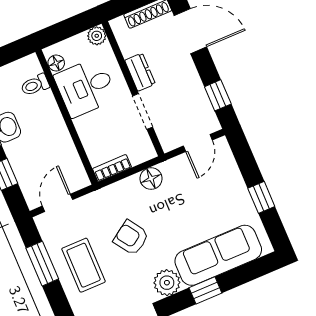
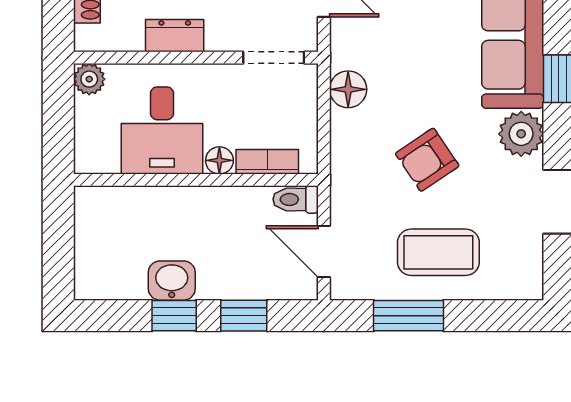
floor lamp: (56, 63) -> (219, 160), moved
toilet: (35, 85) -> (296, 199), moved, turned 90
doorway: (143, 111) -> (274, 58), moved
bookcase: (112, 168) -> (267, 162), moved, turned 90

